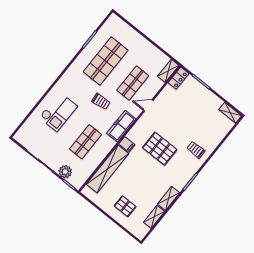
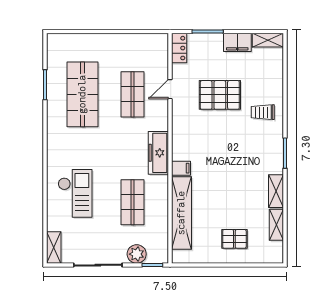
shelving: (168, 71) -> (54, 248), moved
trolley: (101, 101) -> (114, 144), removed
filing cabinet: (213, 101) -> (237, 42), added
door: (148, 105) -> (170, 89), moved
pallet: (160, 149) -> (220, 95), moved

